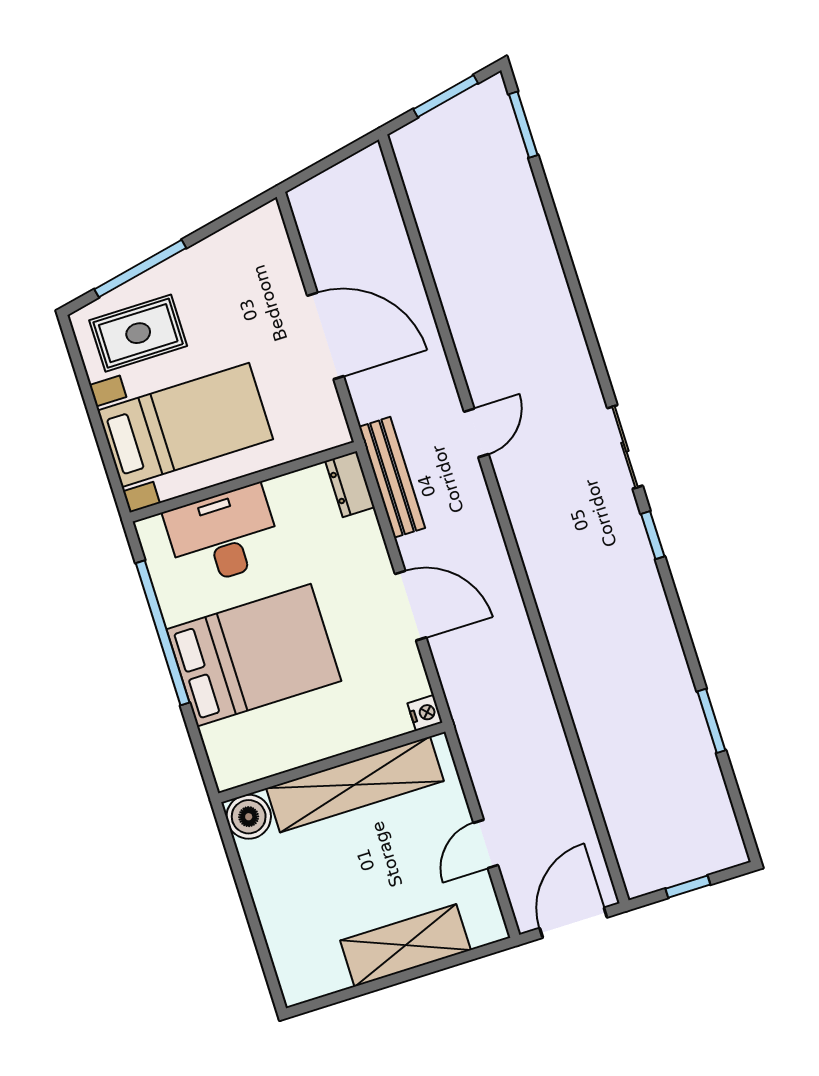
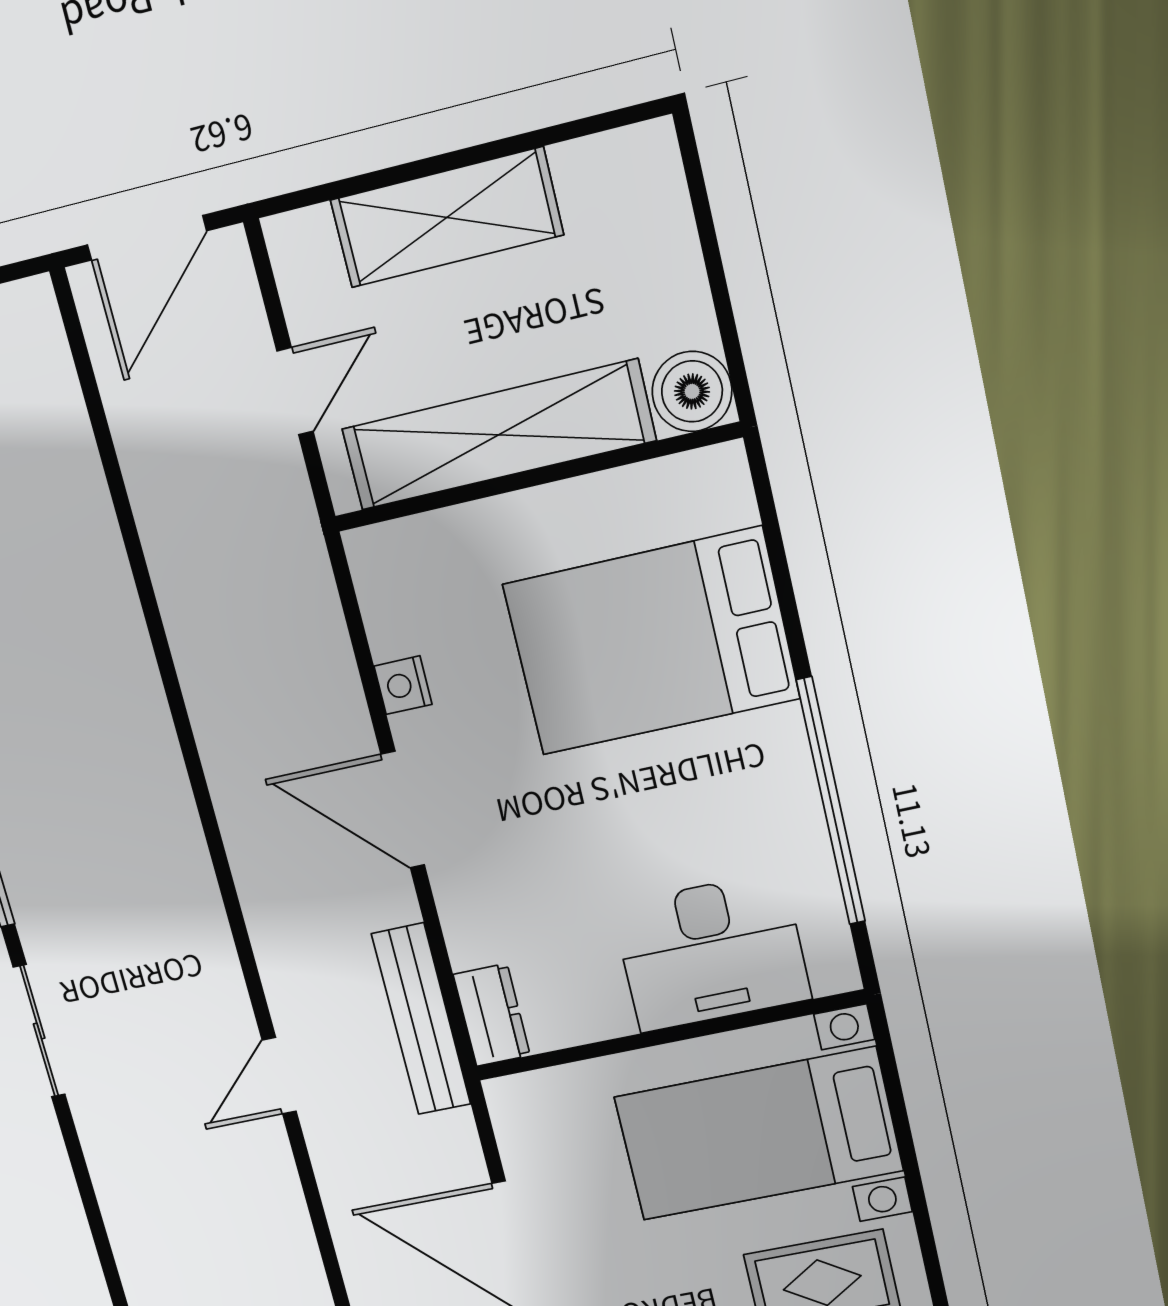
bed: (254, 655) -> (651, 642), moved
nightstand: (425, 713) -> (403, 685), moved
wall: (332, 762) -> (537, 477), moved
shelving: (355, 785) -> (499, 435), moved
boiler: (249, 817) -> (692, 391), moved

